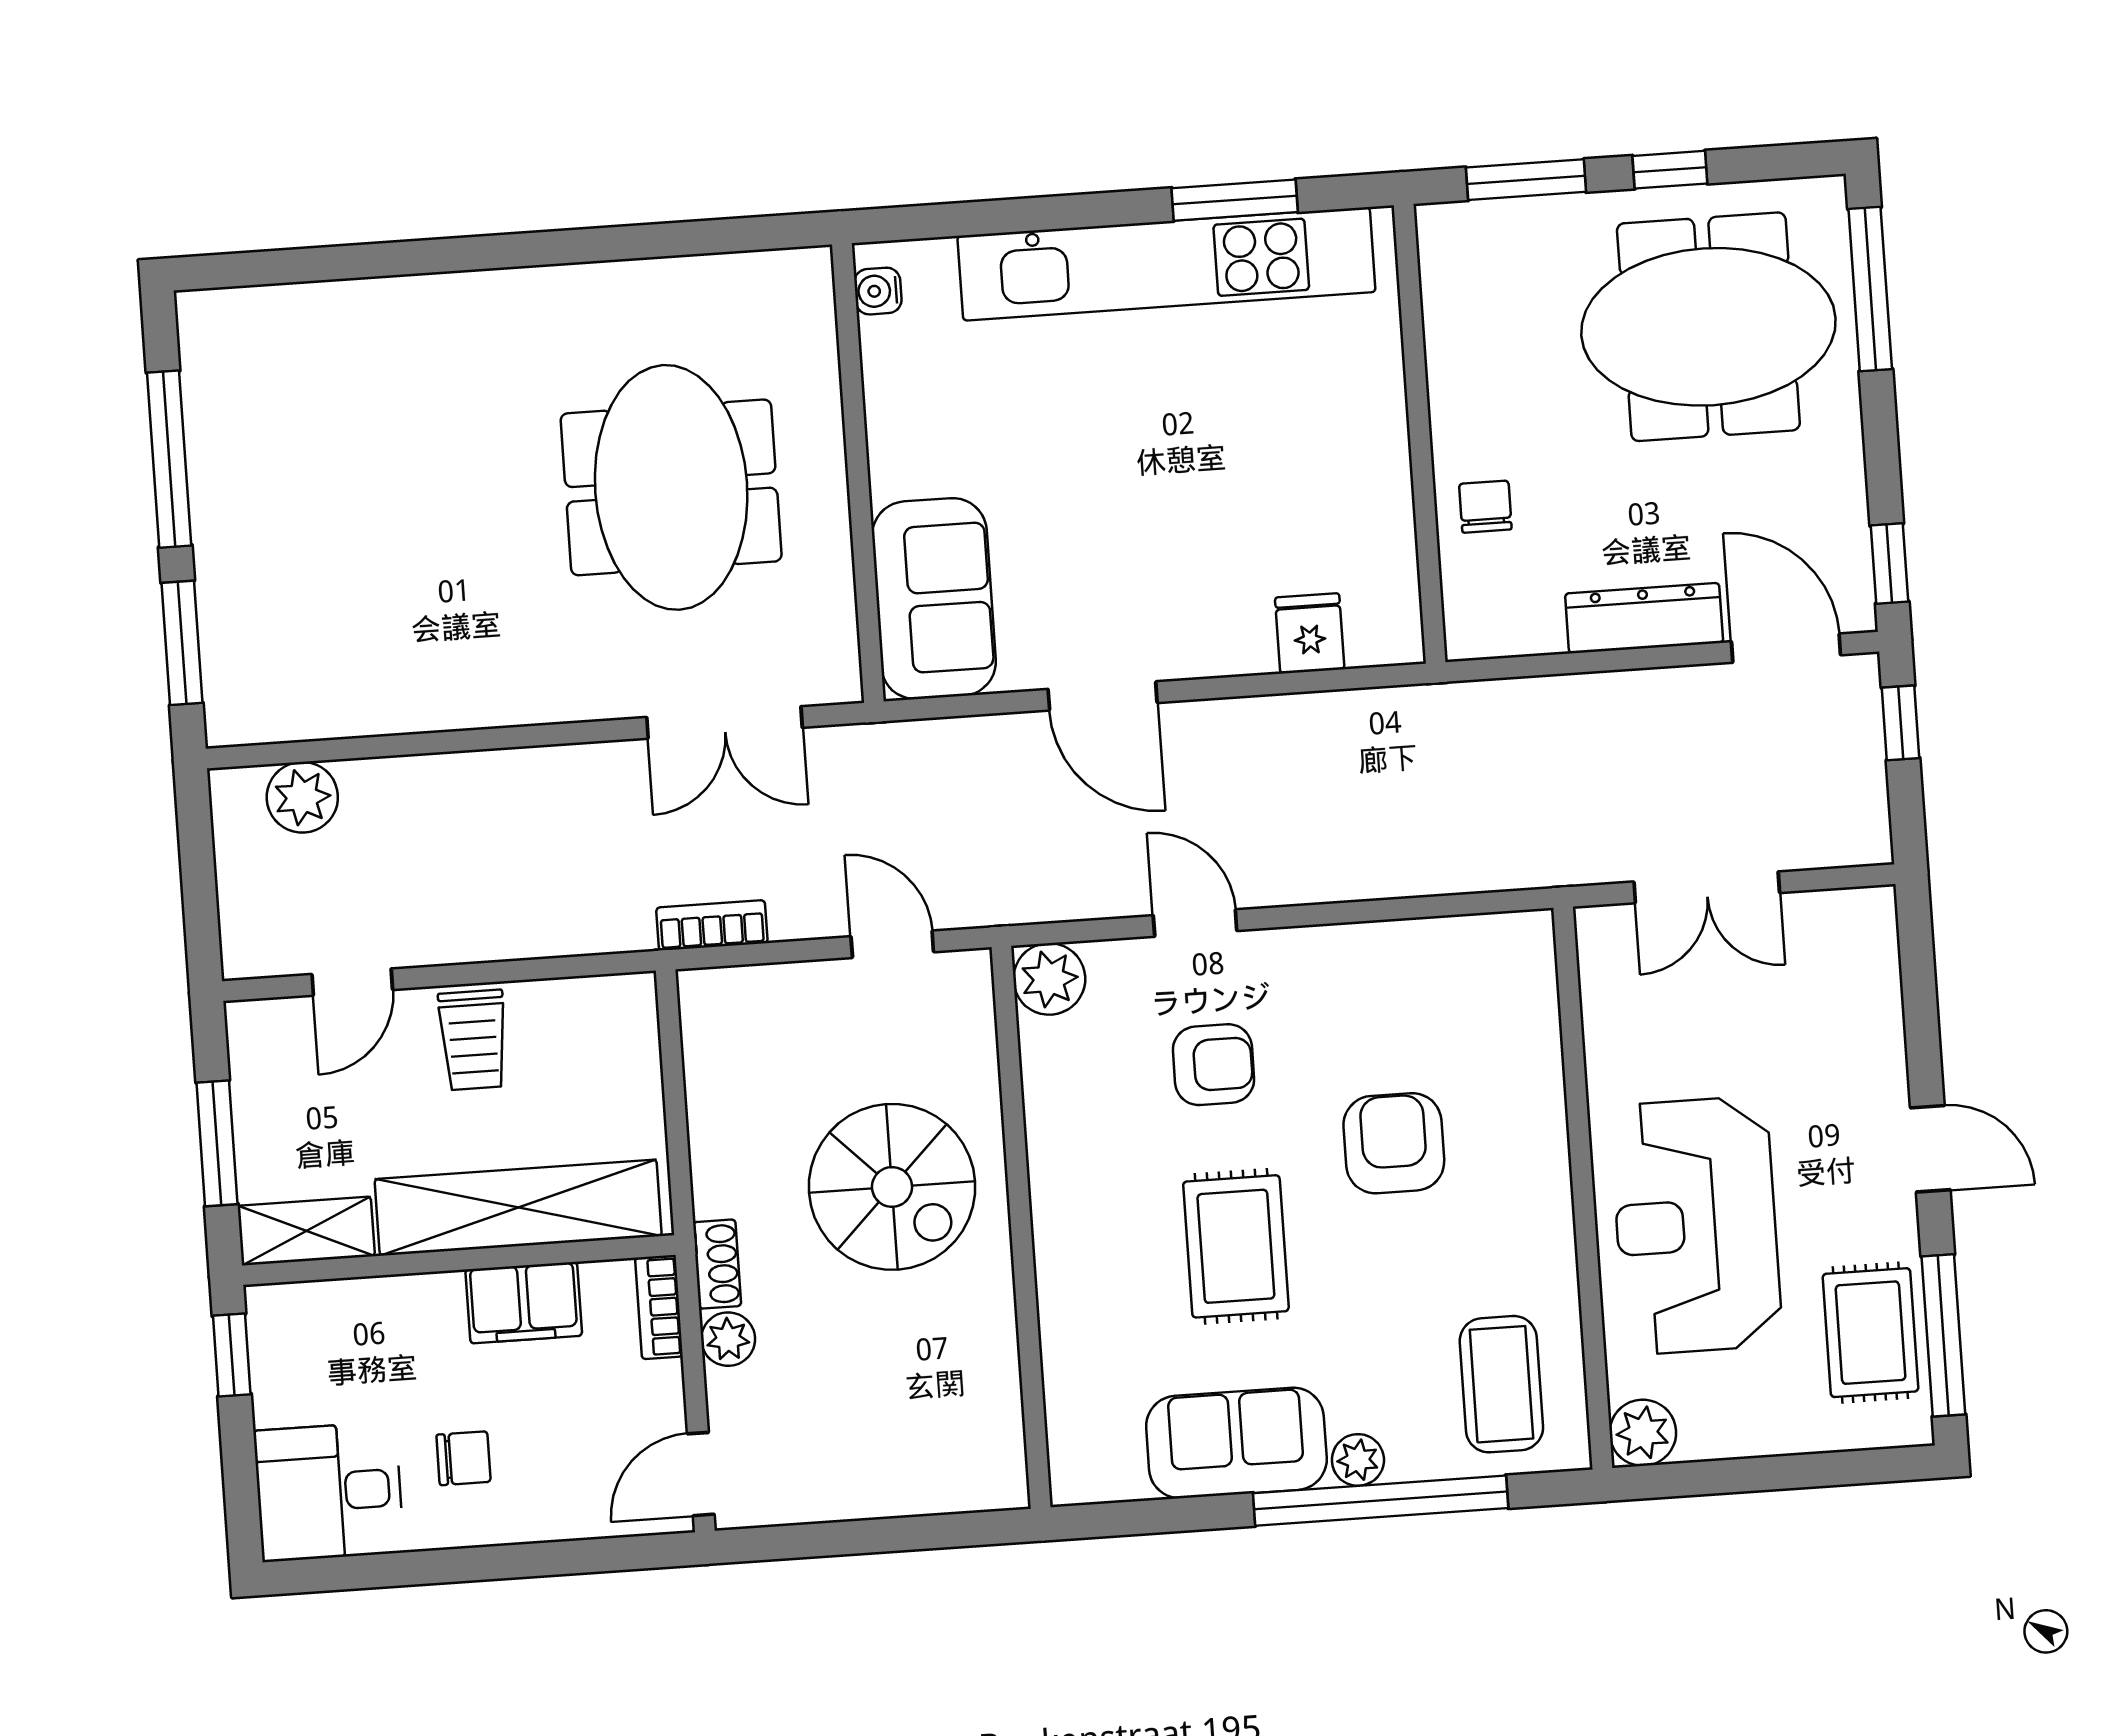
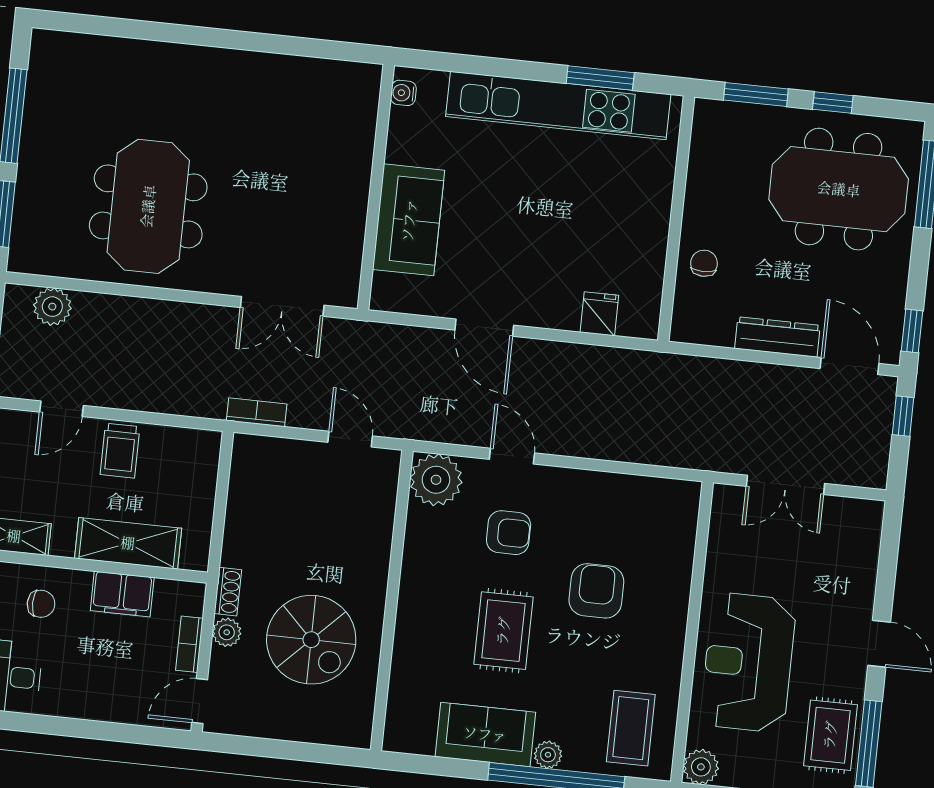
meeting table: (671, 487) -> (148, 206), moved
sofa: (934, 599) -> (409, 220), moved
plant: (1049, 979) -> (436, 480), width x1.36, depth x1.36
spiral stairs: (892, 1187) -> (311, 640), moved
shelving: (518, 1208) -> (128, 543), width x0.68
bookcase: (659, 1307) -> (189, 644), moved
chair: (464, 1458) -> (41, 604), moved

